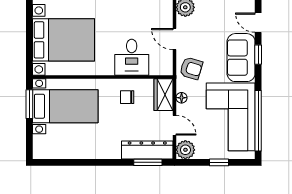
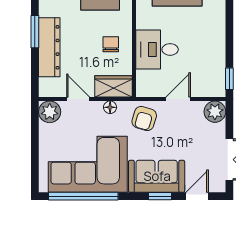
door: (174, 125) -> (78, 99), swing flipped
dresser: (147, 150) -> (49, 47), moved
window: (148, 162) -> (35, 32), moved
window: (219, 162) -> (35, 151), removed

